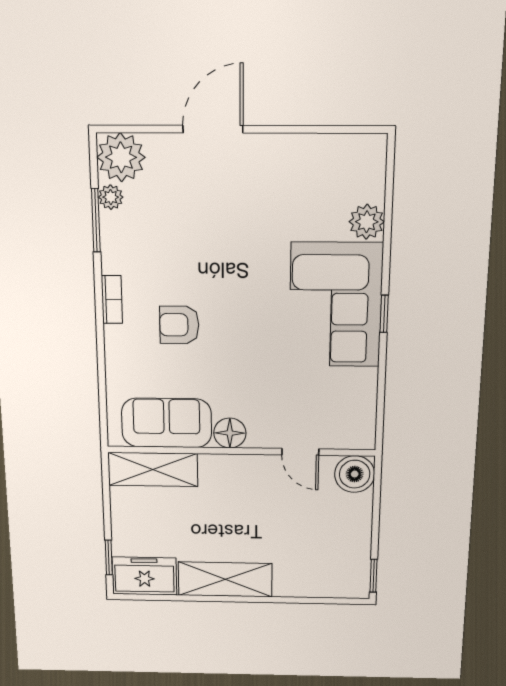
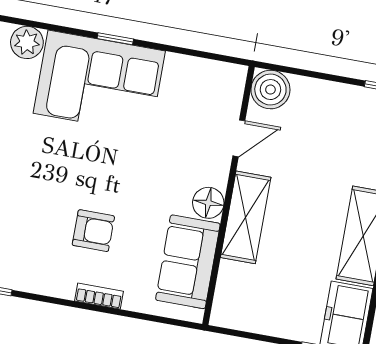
bookcase: (112, 300) -> (99, 296), moved
armchair: (179, 325) -> (93, 231), turned -90
shelving: (153, 469) -> (246, 217), moved

